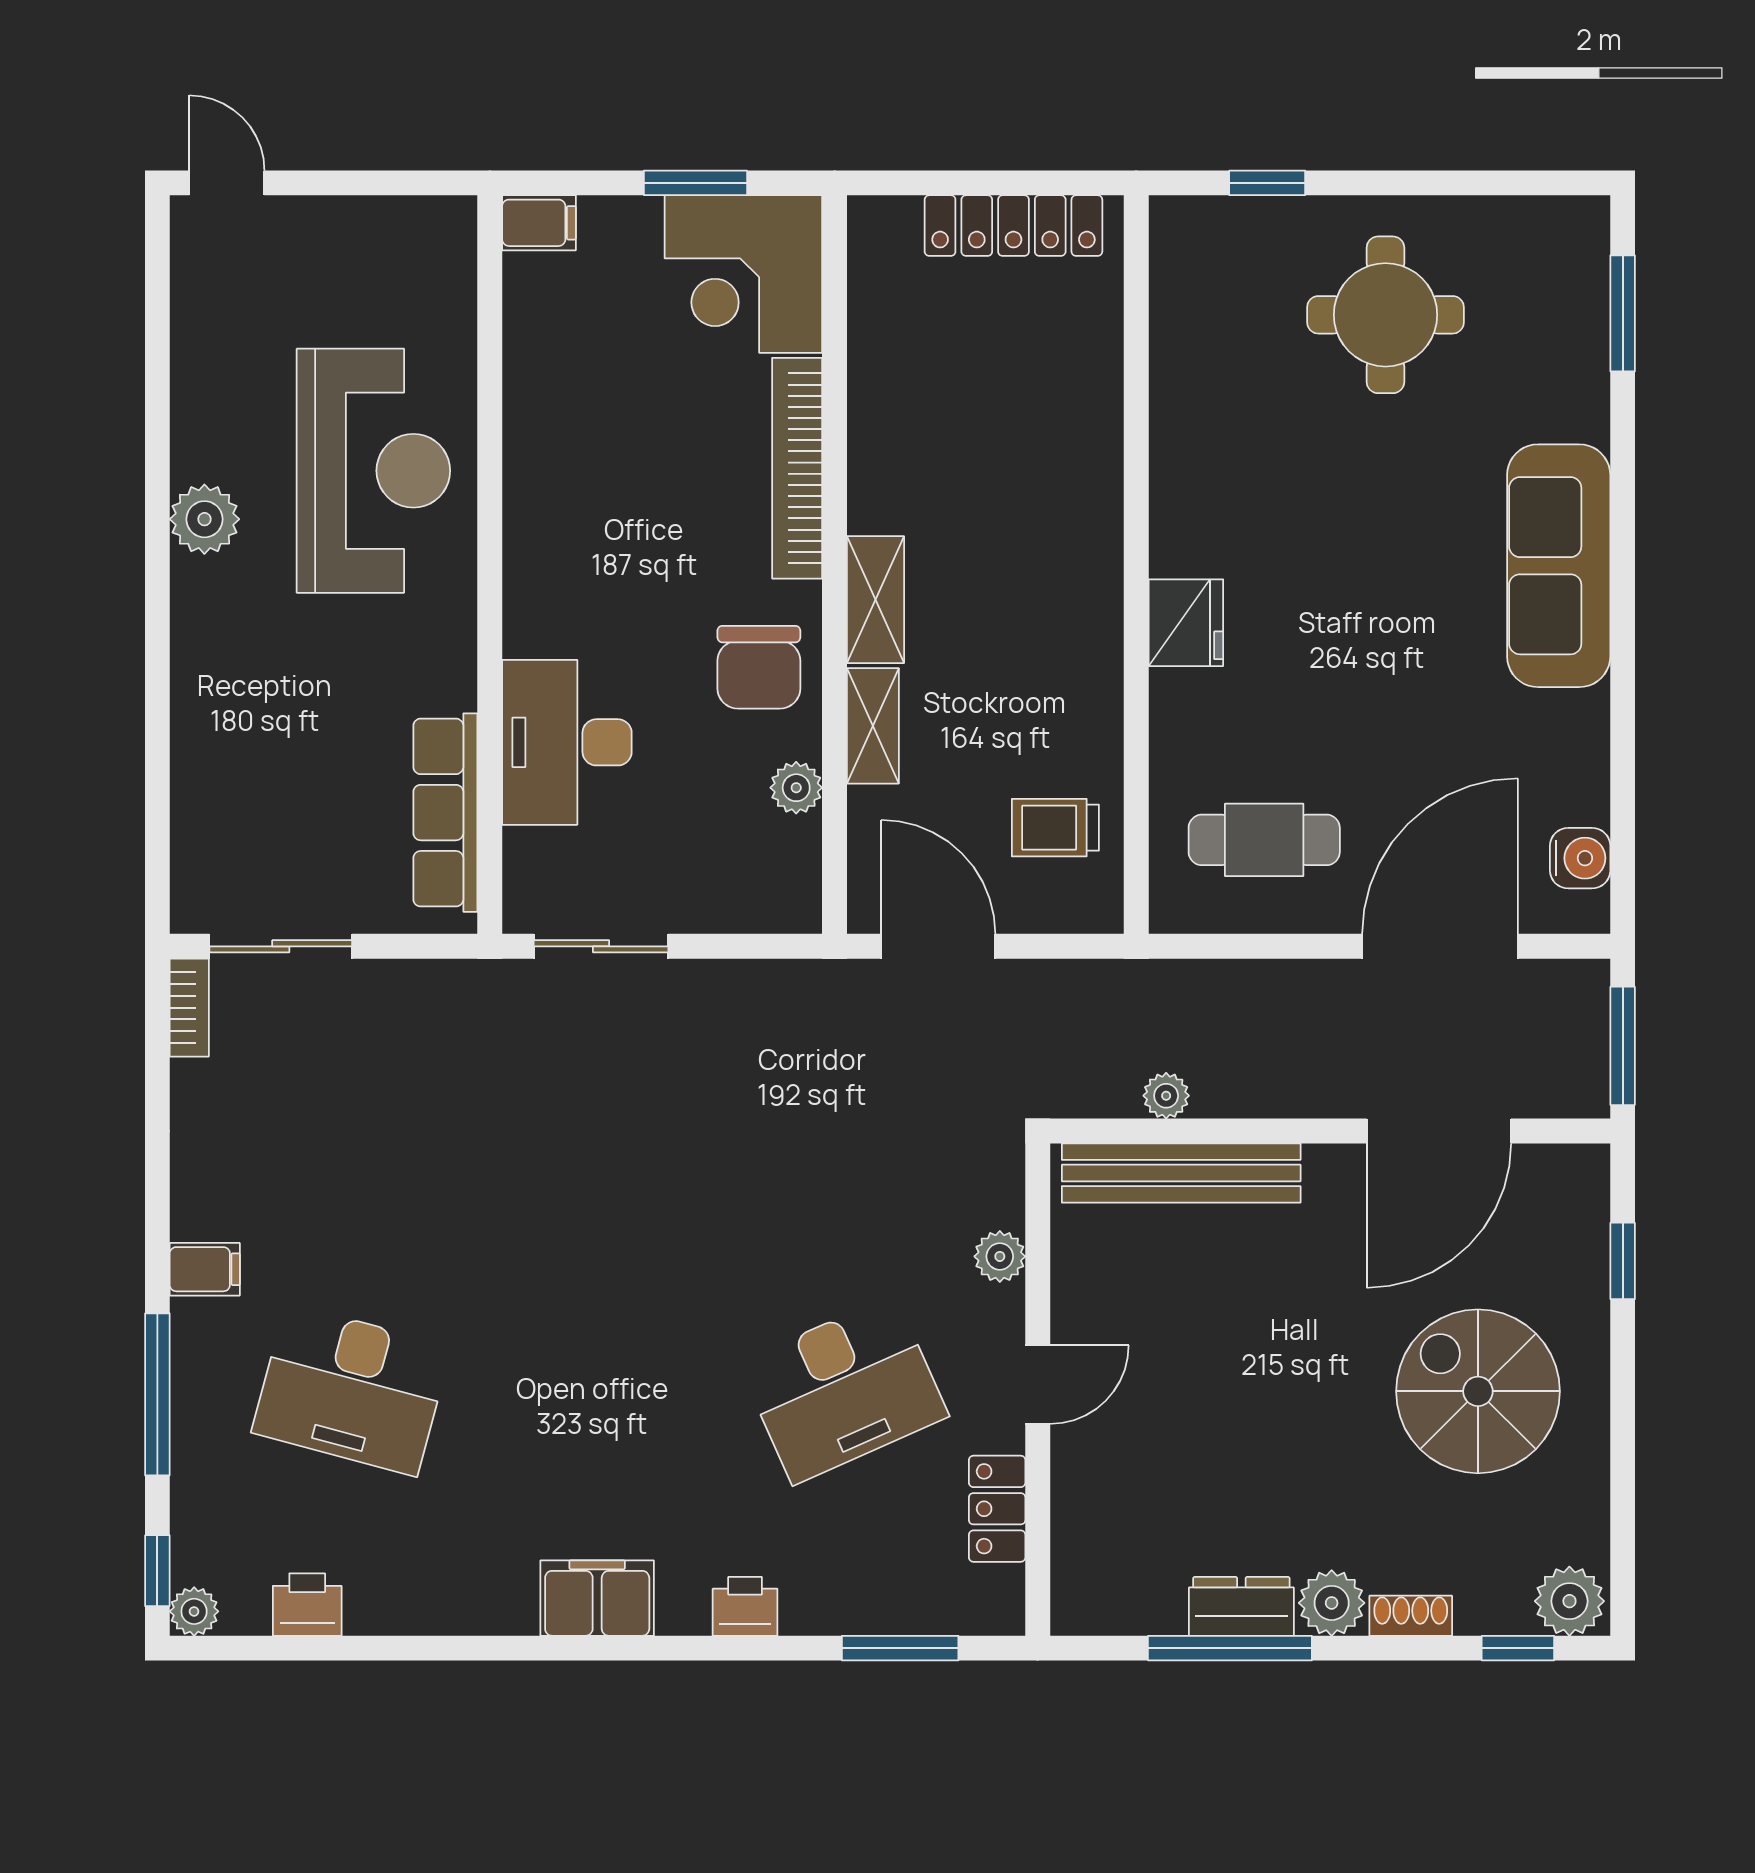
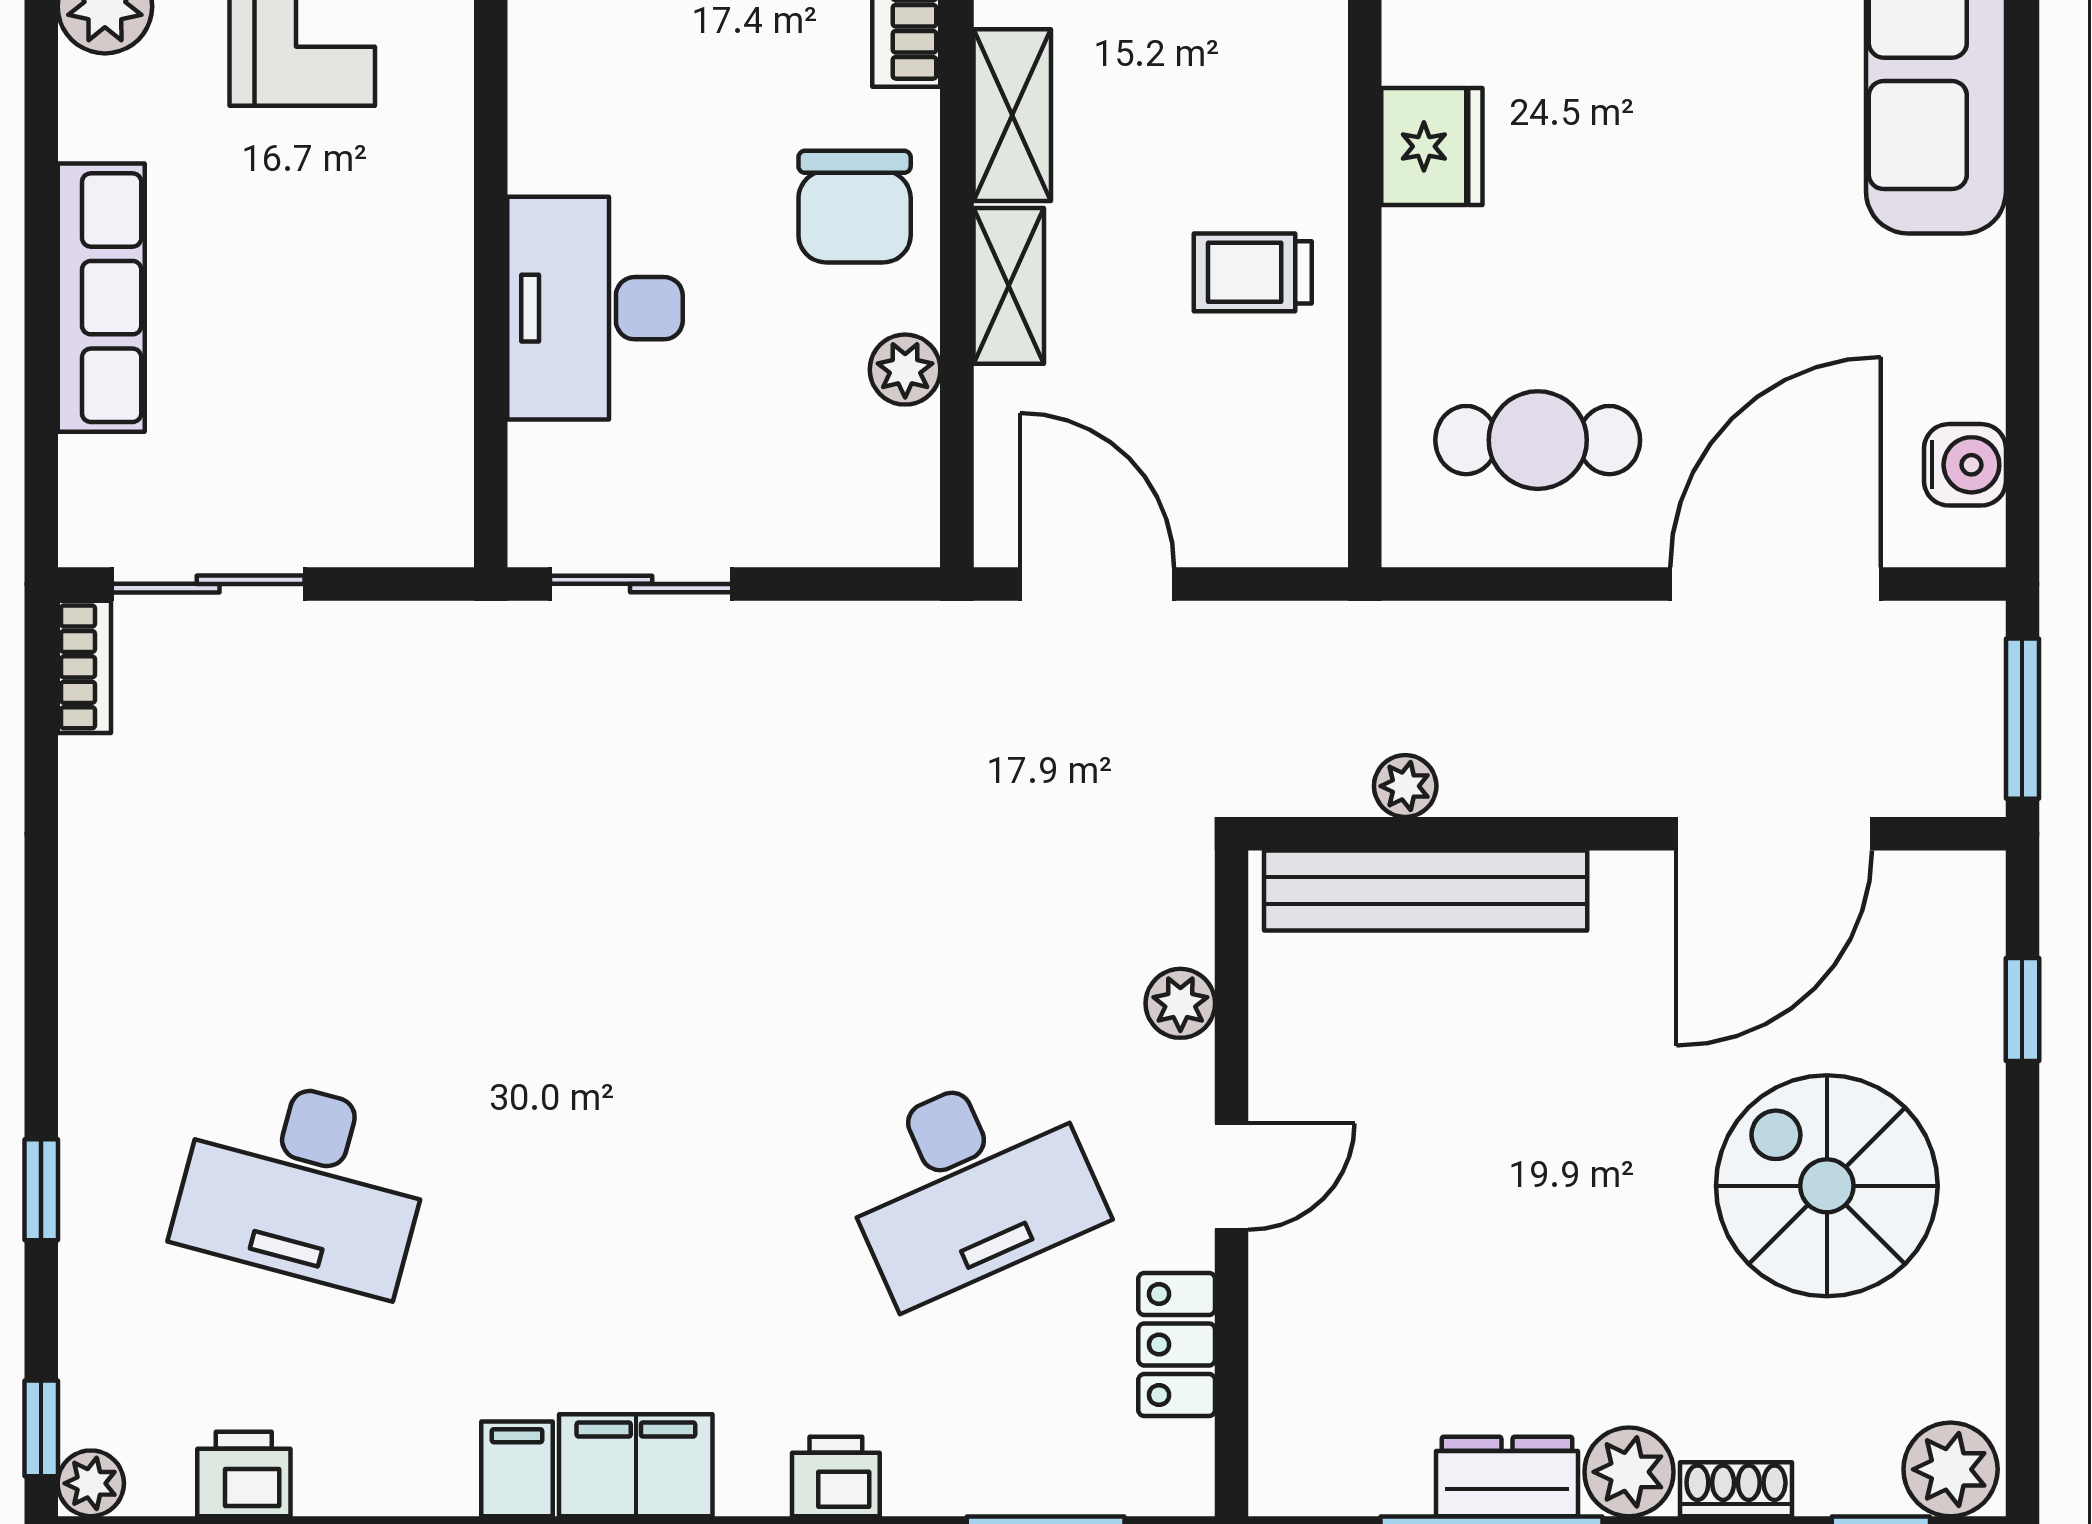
row of seats: (445, 813) -> (101, 298), moved, turned 180
trolley: (1055, 828) -> (1253, 272), moved
filing cabinet: (205, 1269) -> (517, 1469), moved, turned -90
window: (157, 1394) -> (41, 1190), width x0.46

